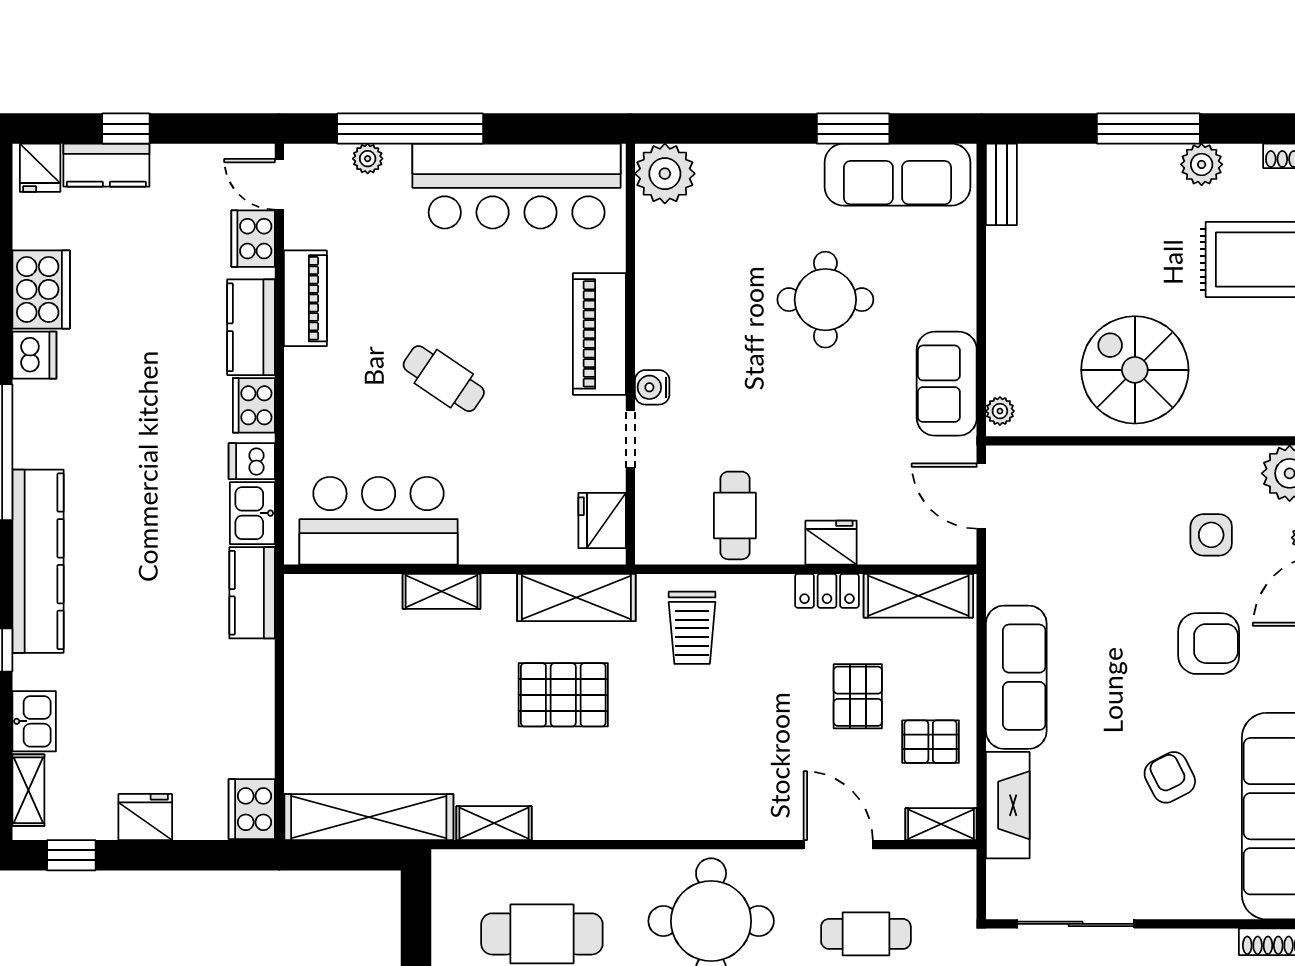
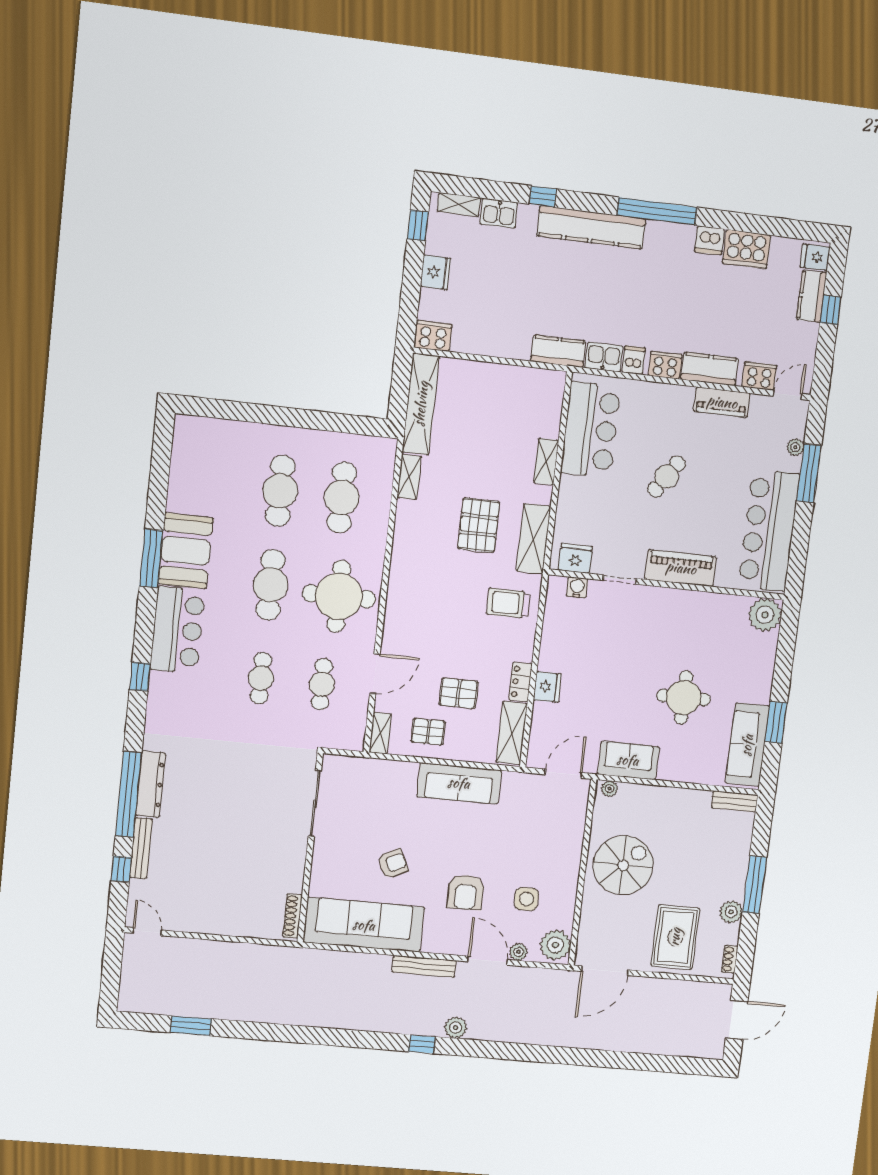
window: (410, 129) -> (809, 473), width x0.68
water cooler: (652, 387) -> (577, 587), moved
cafe table: (735, 515) -> (569, 634), removed
pallet: (931, 742) -> (428, 732), turned 90
fireplace: (1008, 805) -> (387, 772), removed

